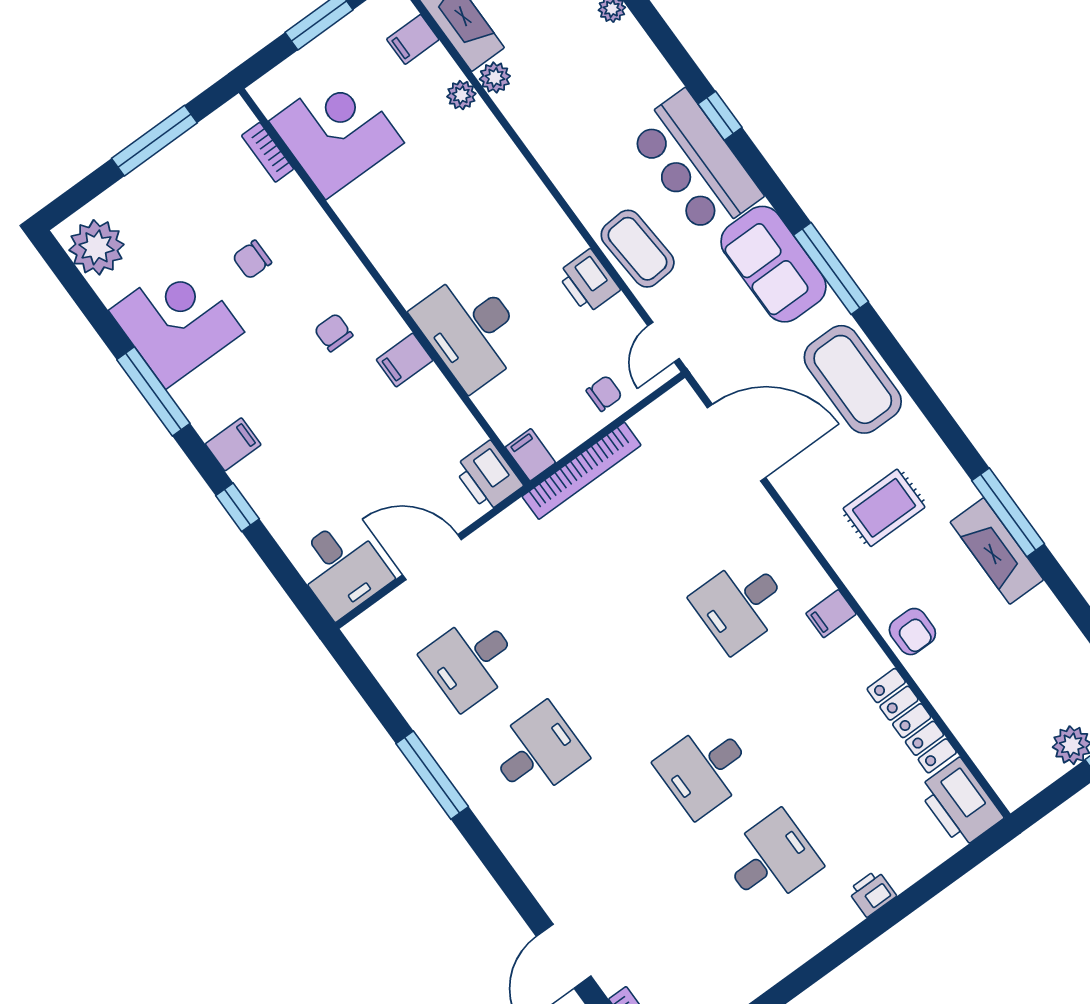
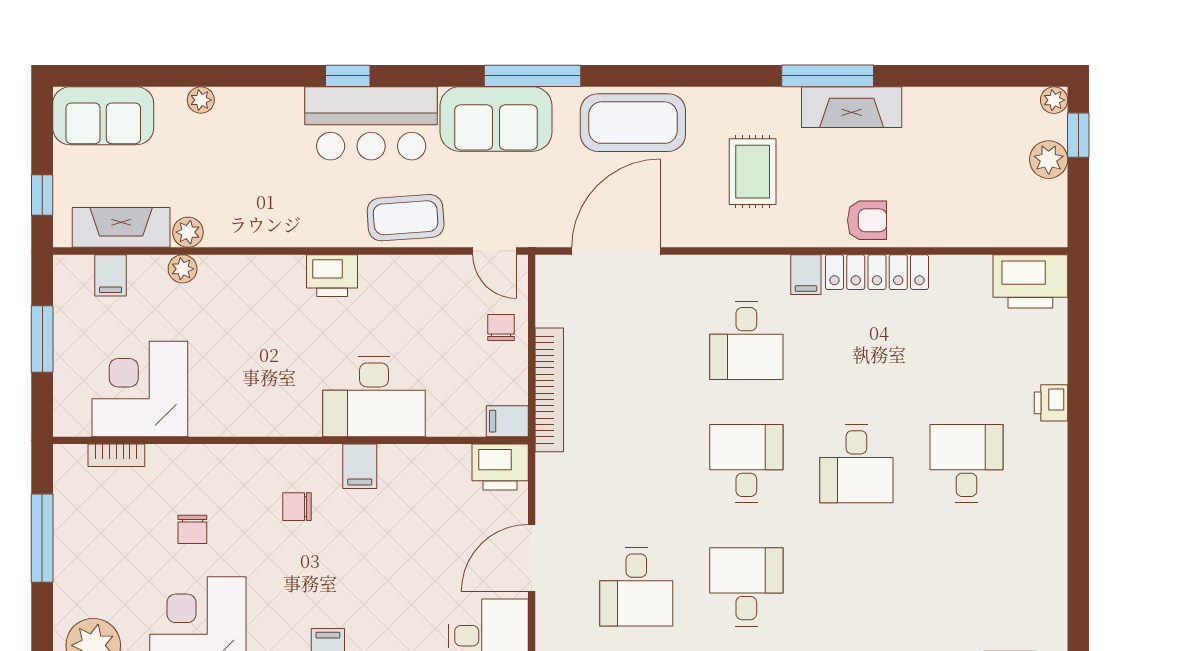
printer: (588, 281) -> (332, 276), moved
desk: (639, 678) -> (746, 464), added
locker: (912, 721) -> (877, 272), moved

